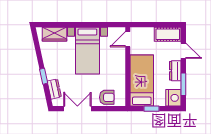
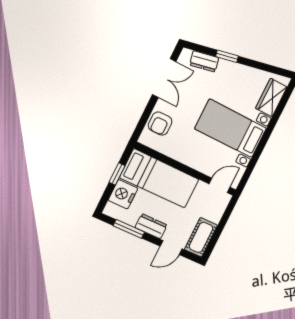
door: (128, 39) -> (220, 185), hinge flipped
nightstand: (173, 98) -> (123, 194), moved, turned 90

